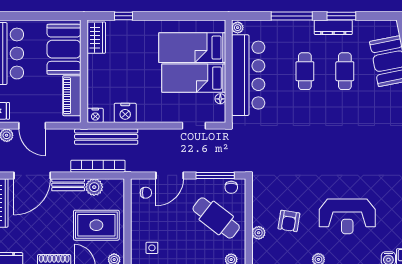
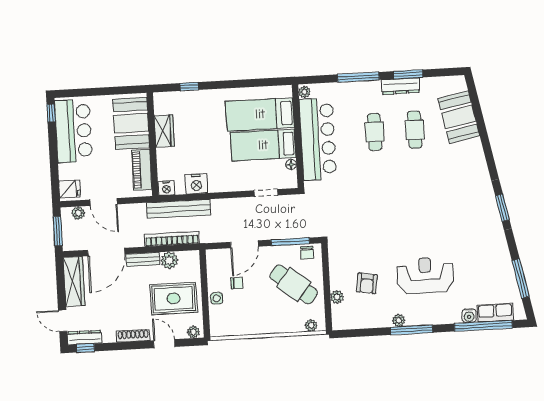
wardrobe: (96, 38) -> (164, 131), moved
chair: (146, 193) -> (237, 283), moved
reception desk: (347, 216) -> (425, 275), turned 180
side table: (152, 248) -> (217, 298), moved

